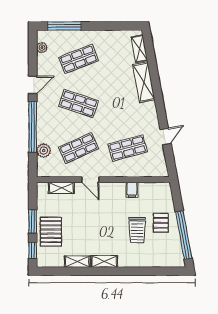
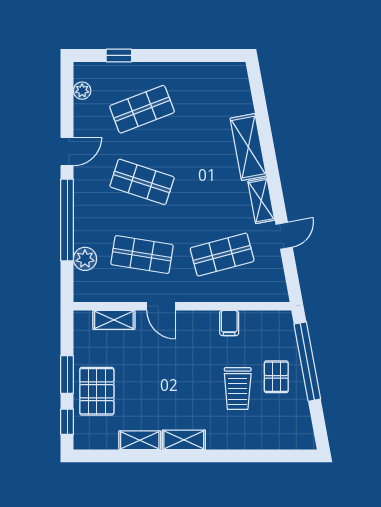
window: (64, 26) -> (119, 55), width x0.46
shelving: (139, 49) -> (261, 201), moved
shop shelf: (79, 148) -> (142, 255), turned 33
window: (184, 235) -> (307, 362), moved

